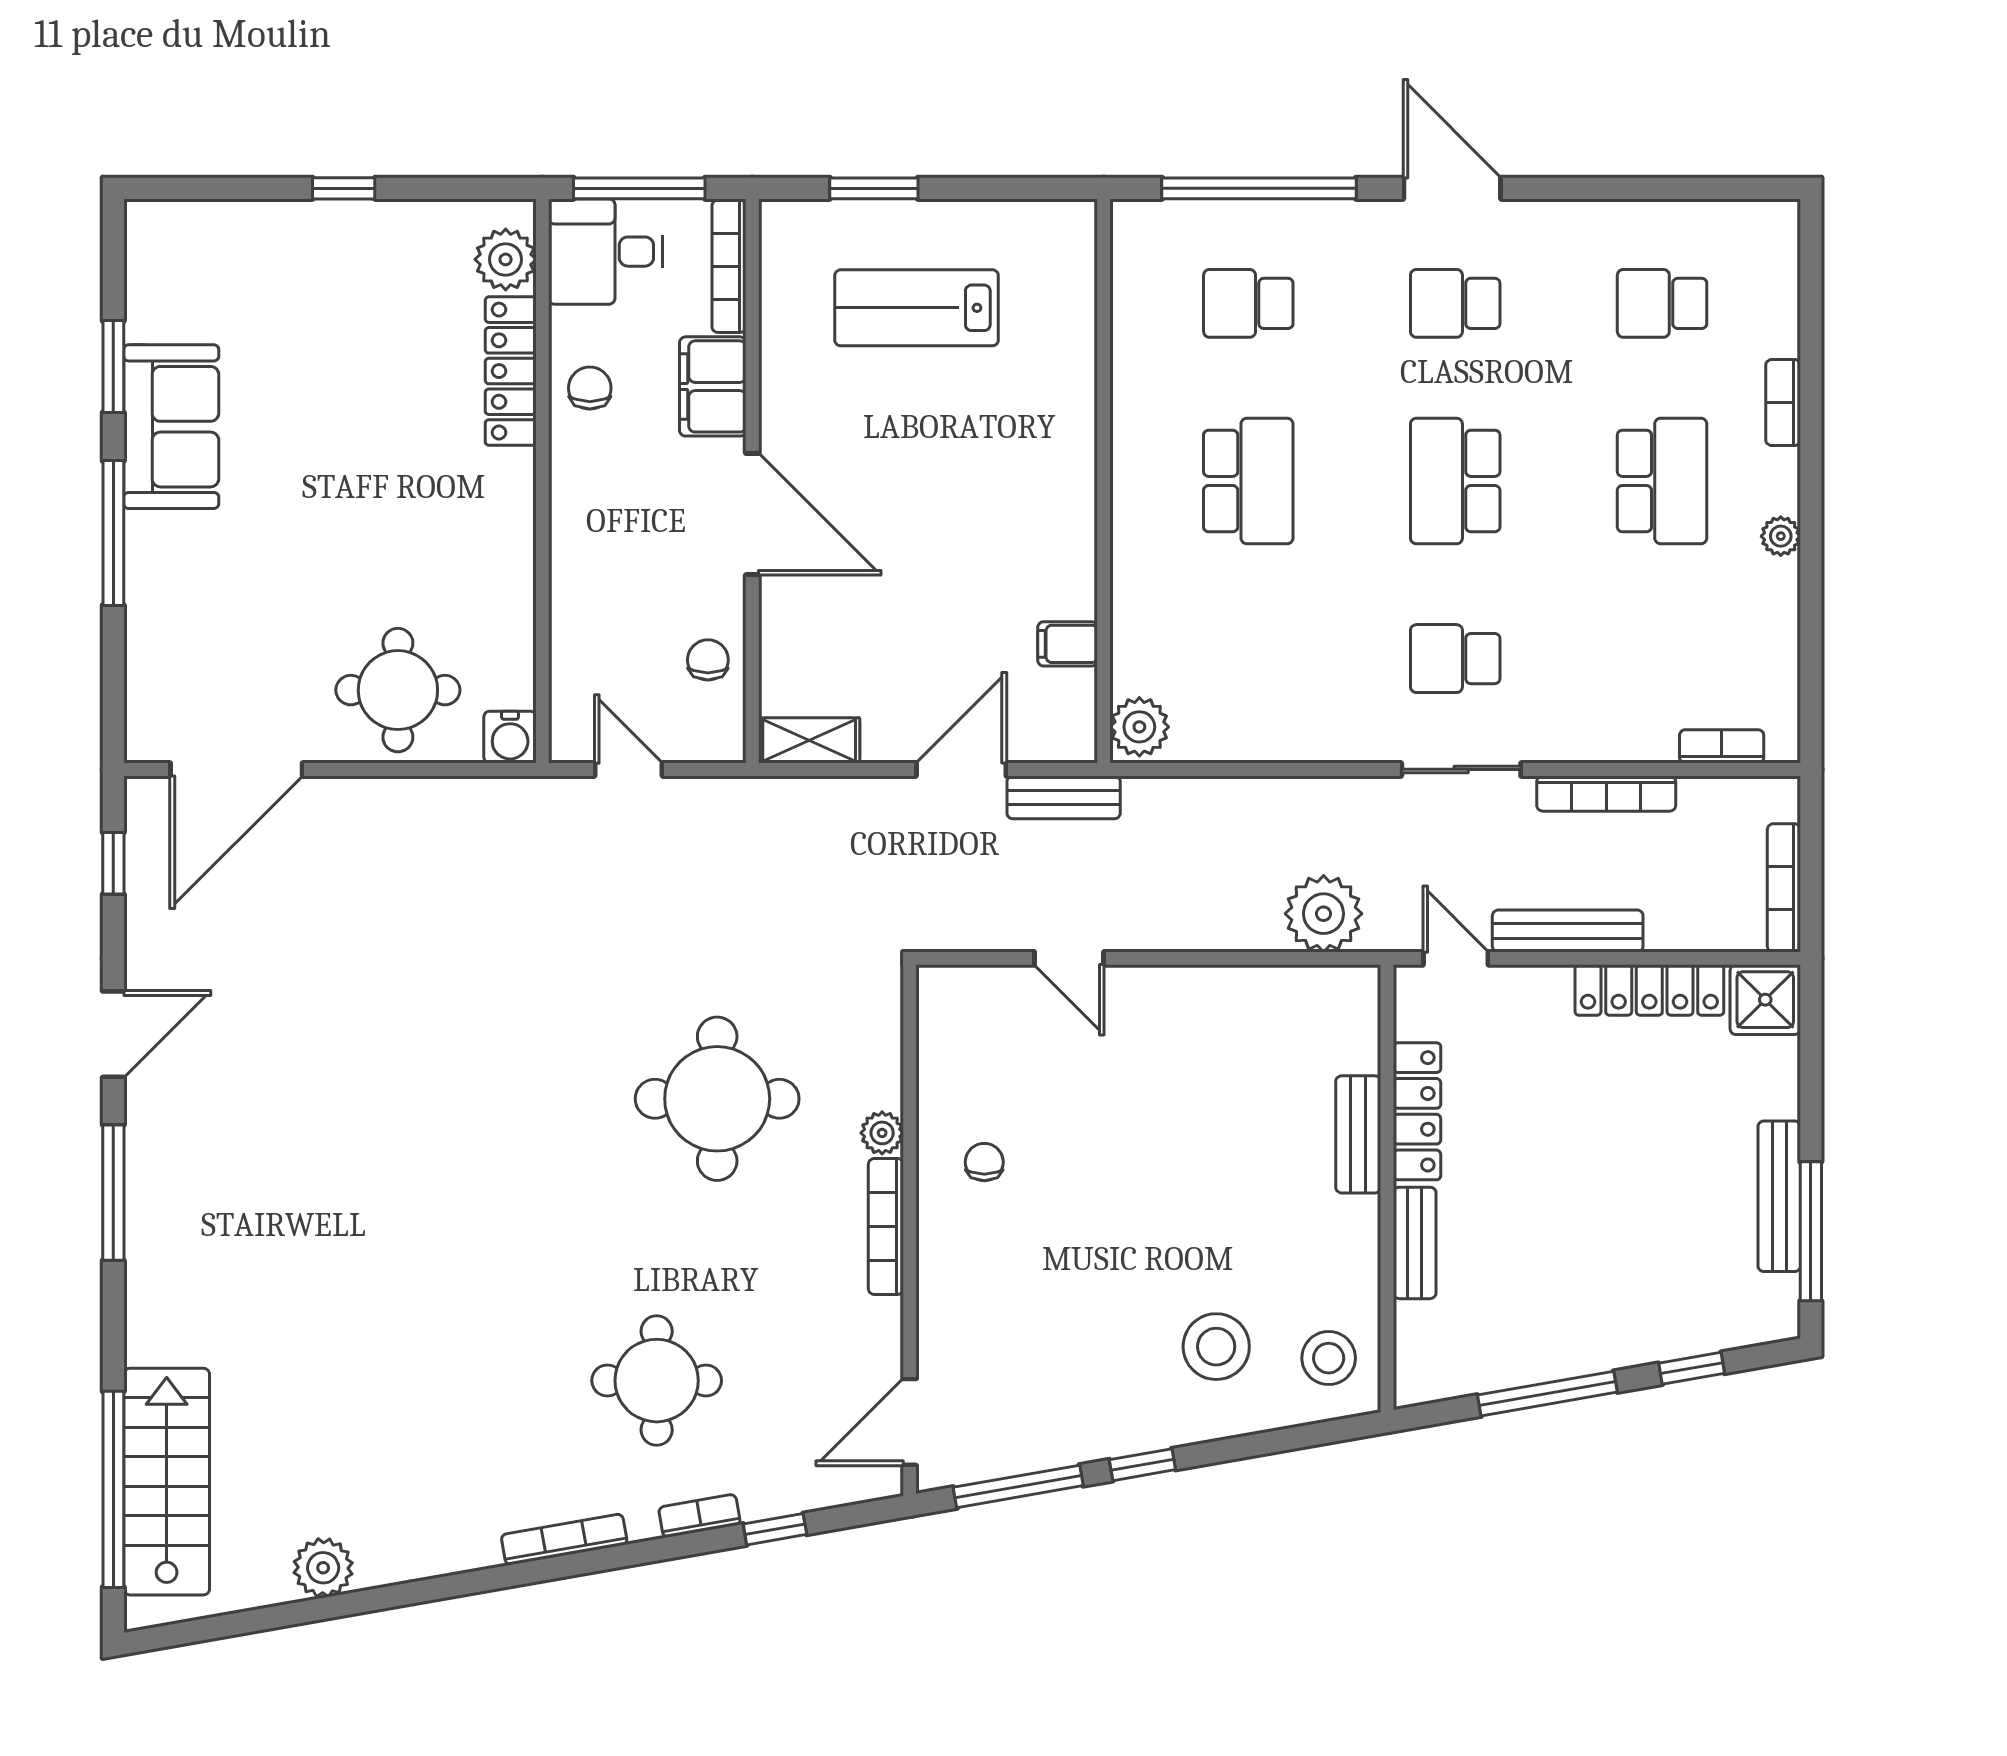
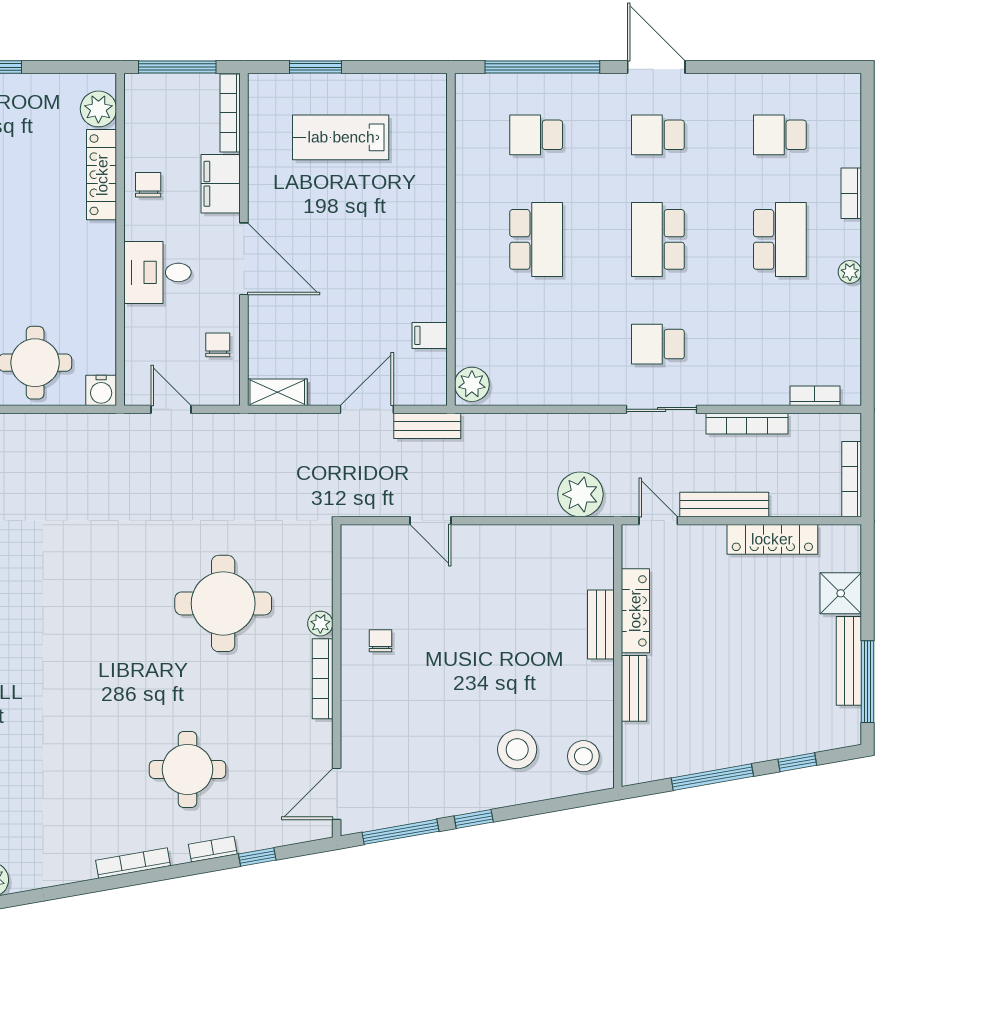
desk: (606, 252) -> (157, 272), moved
shower: (1765, 1000) -> (841, 593), moved

